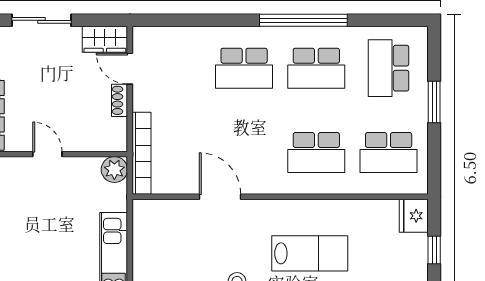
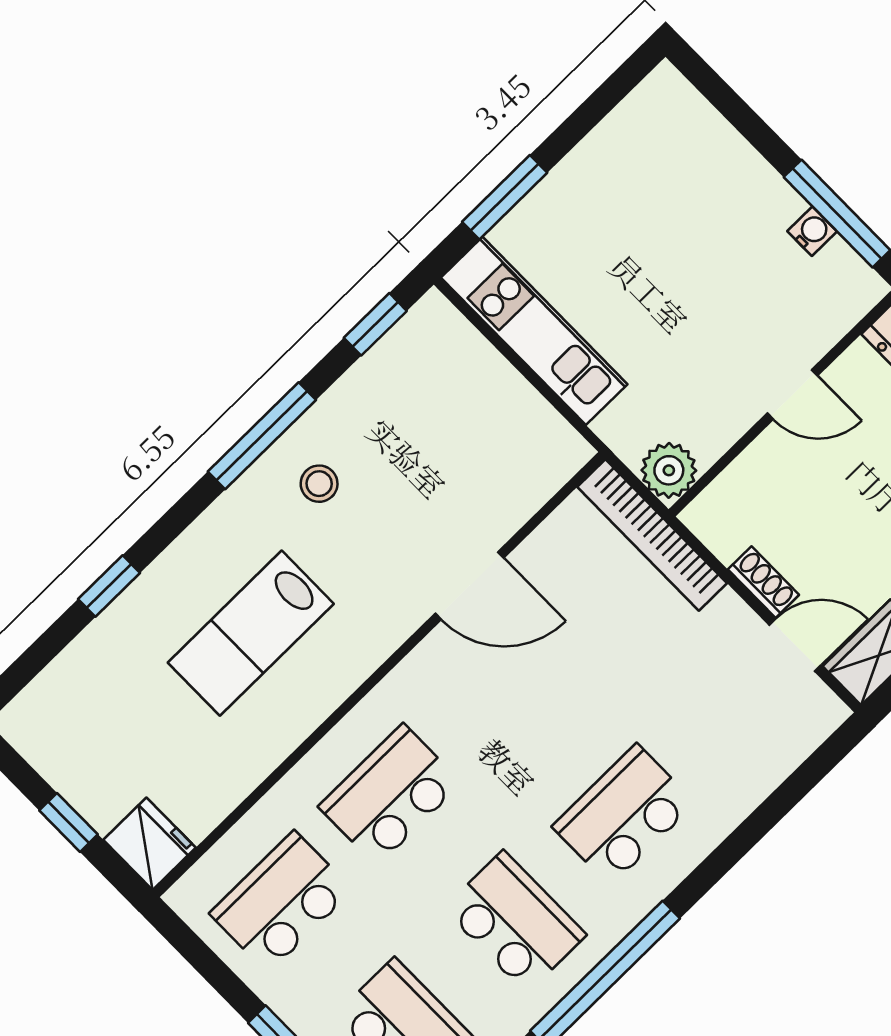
school desk: (316, 68) -> (515, 922), turned 90

